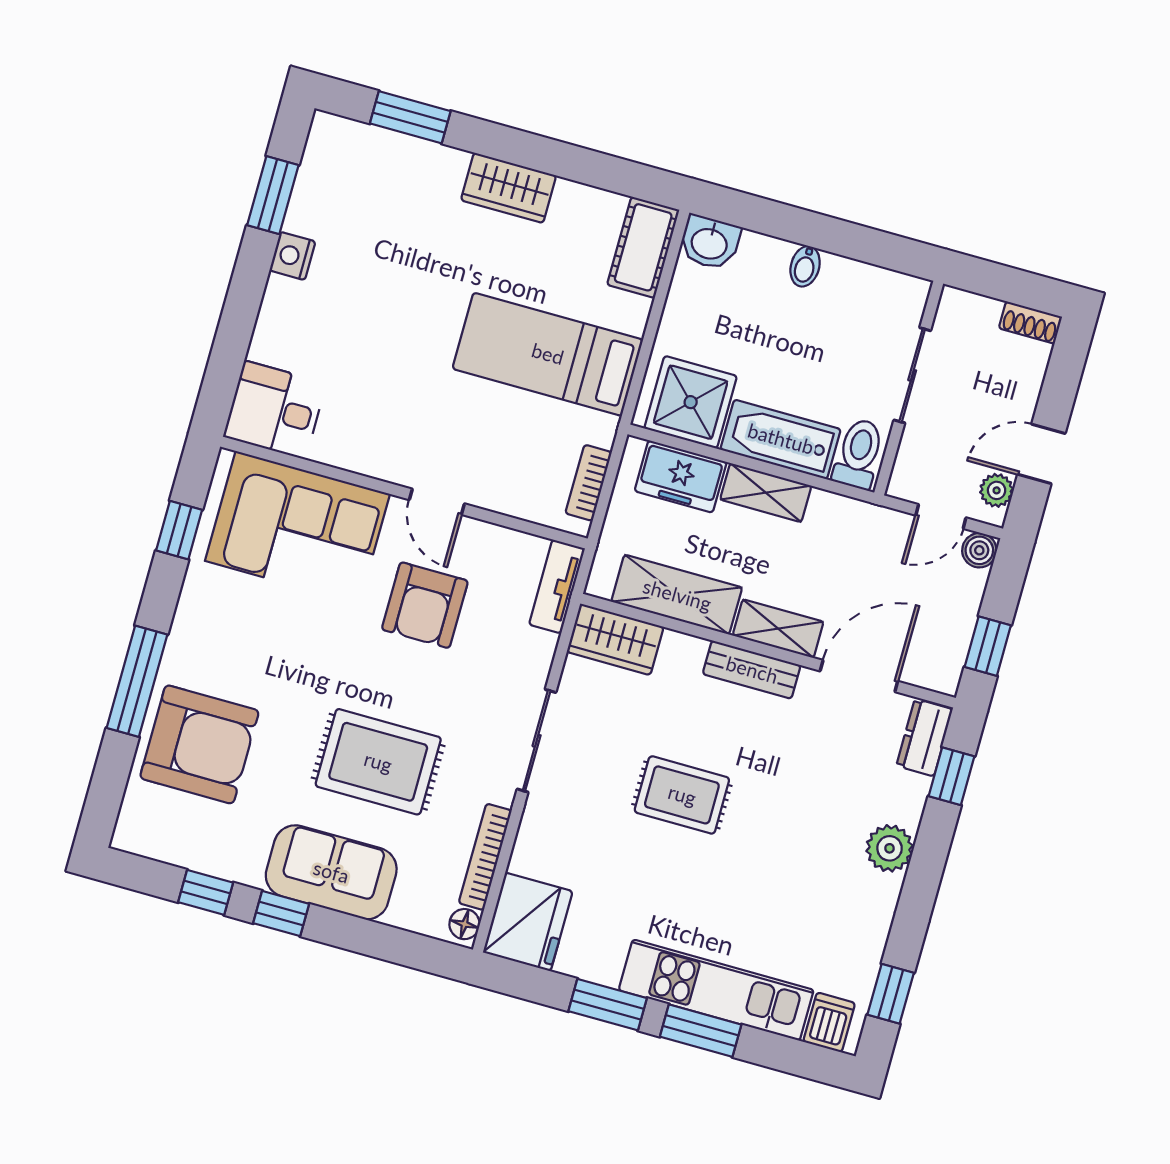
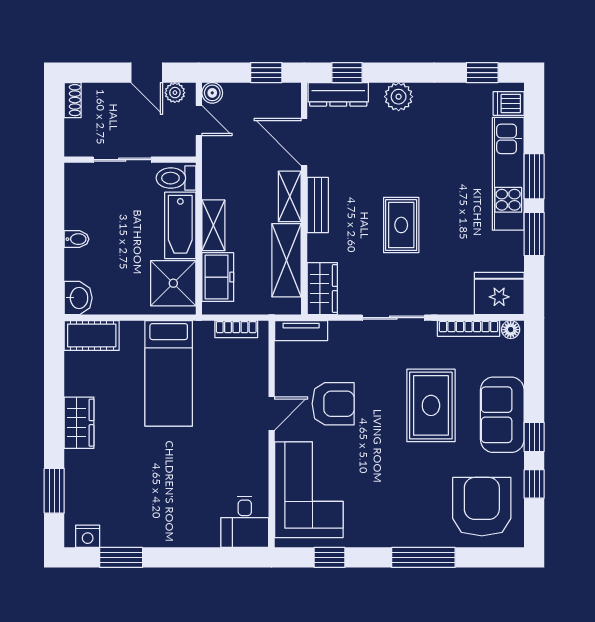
nightstand: (292, 256) -> (88, 536), moved
dresser: (924, 738) -> (338, 94), width x1.44
armchair: (199, 744) -> (482, 507), moved

